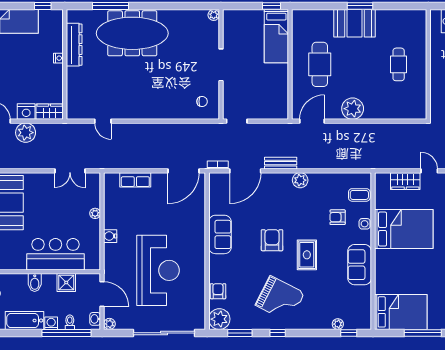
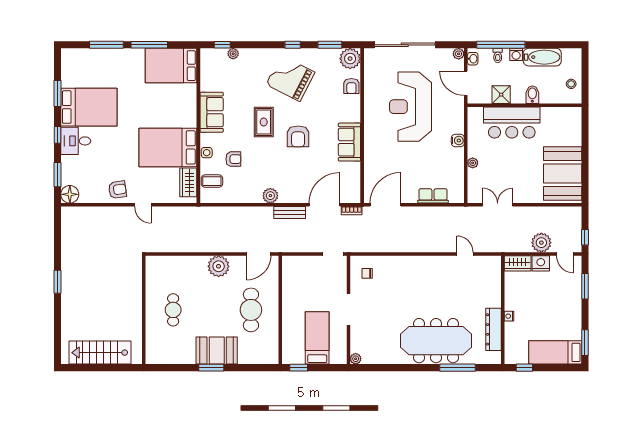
bed: (276, 36) -> (317, 338), moved
wardrobe: (405, 181) -> (188, 182), moved, turned -90

